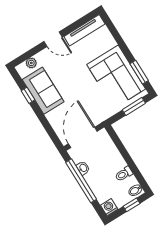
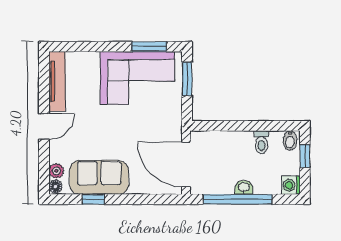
floor lamp: (22, 68) -> (55, 186), added
washbasin: (83, 168) -> (244, 187), moved

